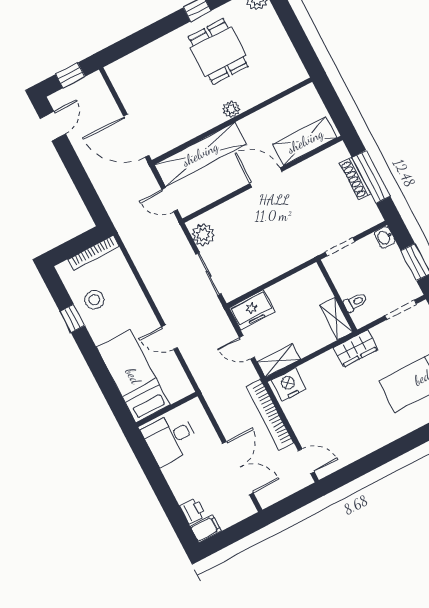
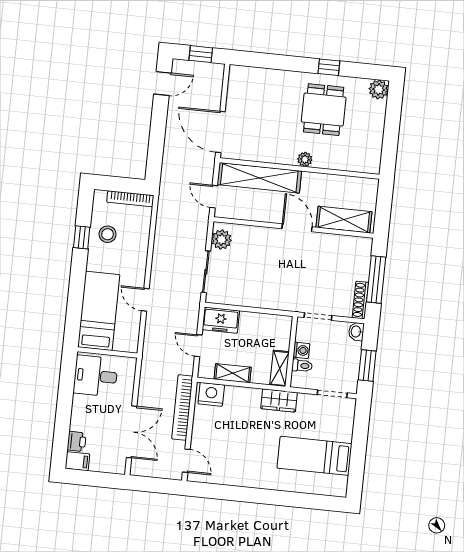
shoe rack: (355, 179) -> (360, 300), moved
washing machine: (345, 288) -> (301, 350), added
shelving: (279, 361) -> (233, 373), moved

